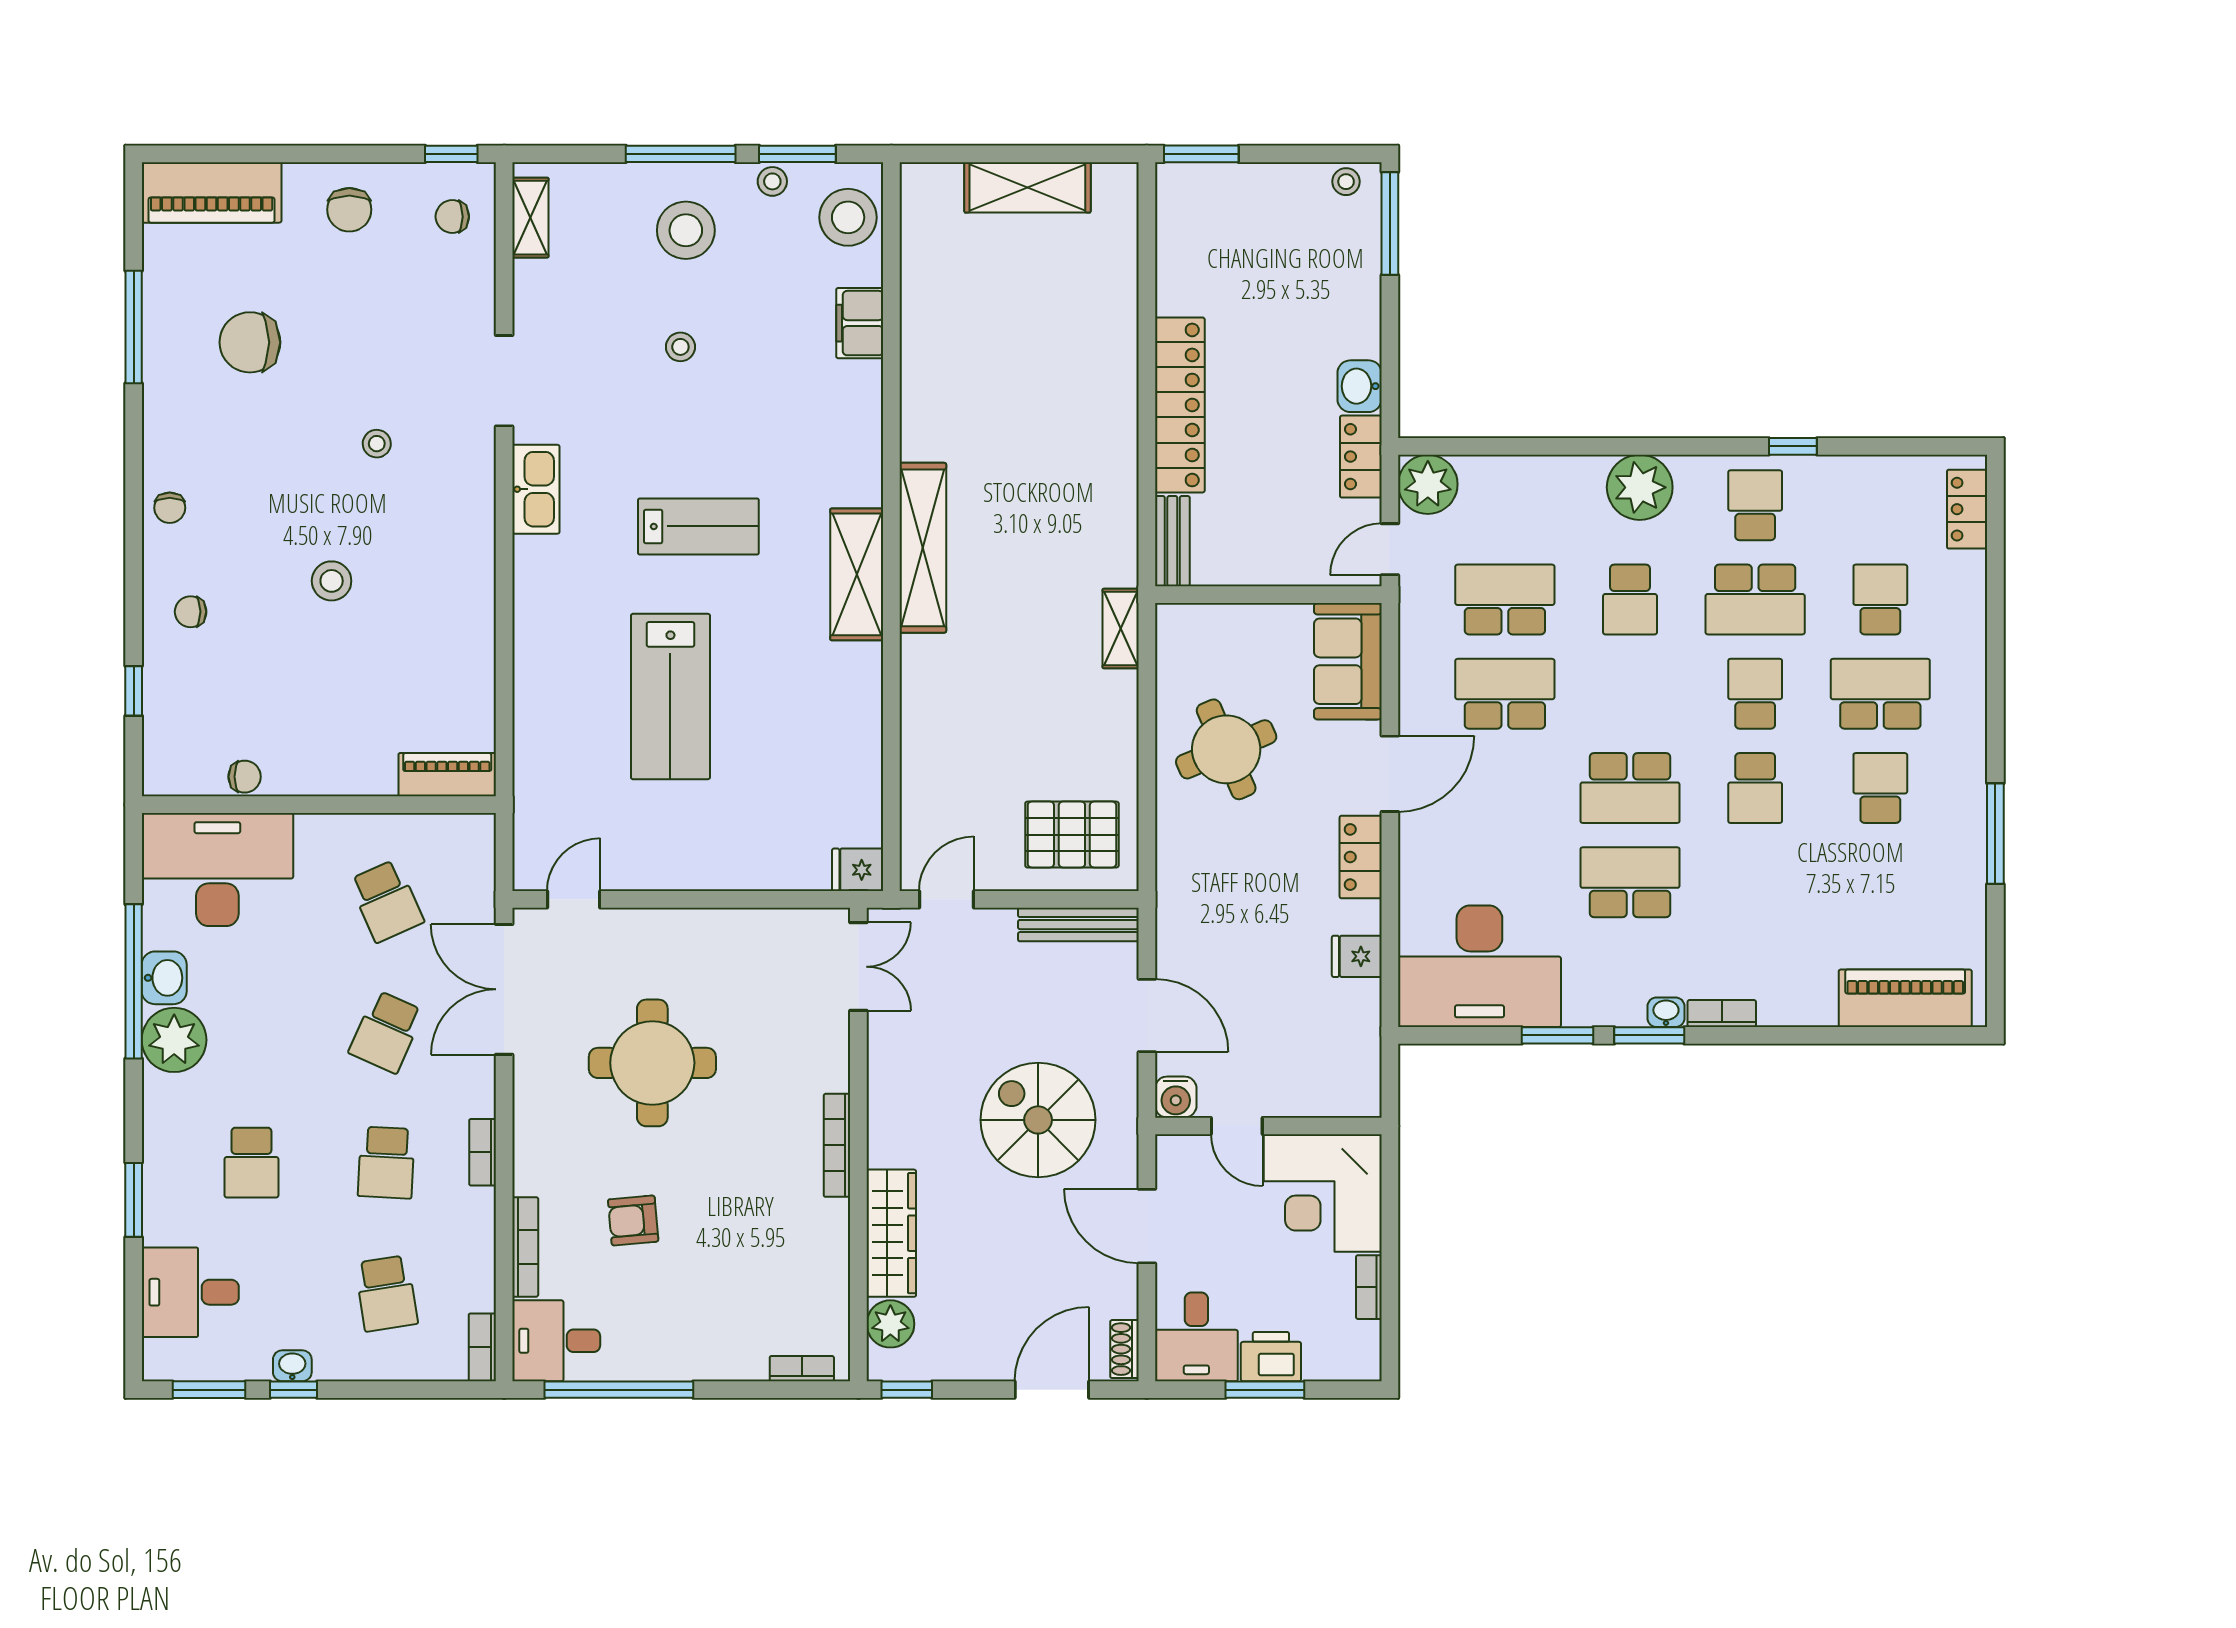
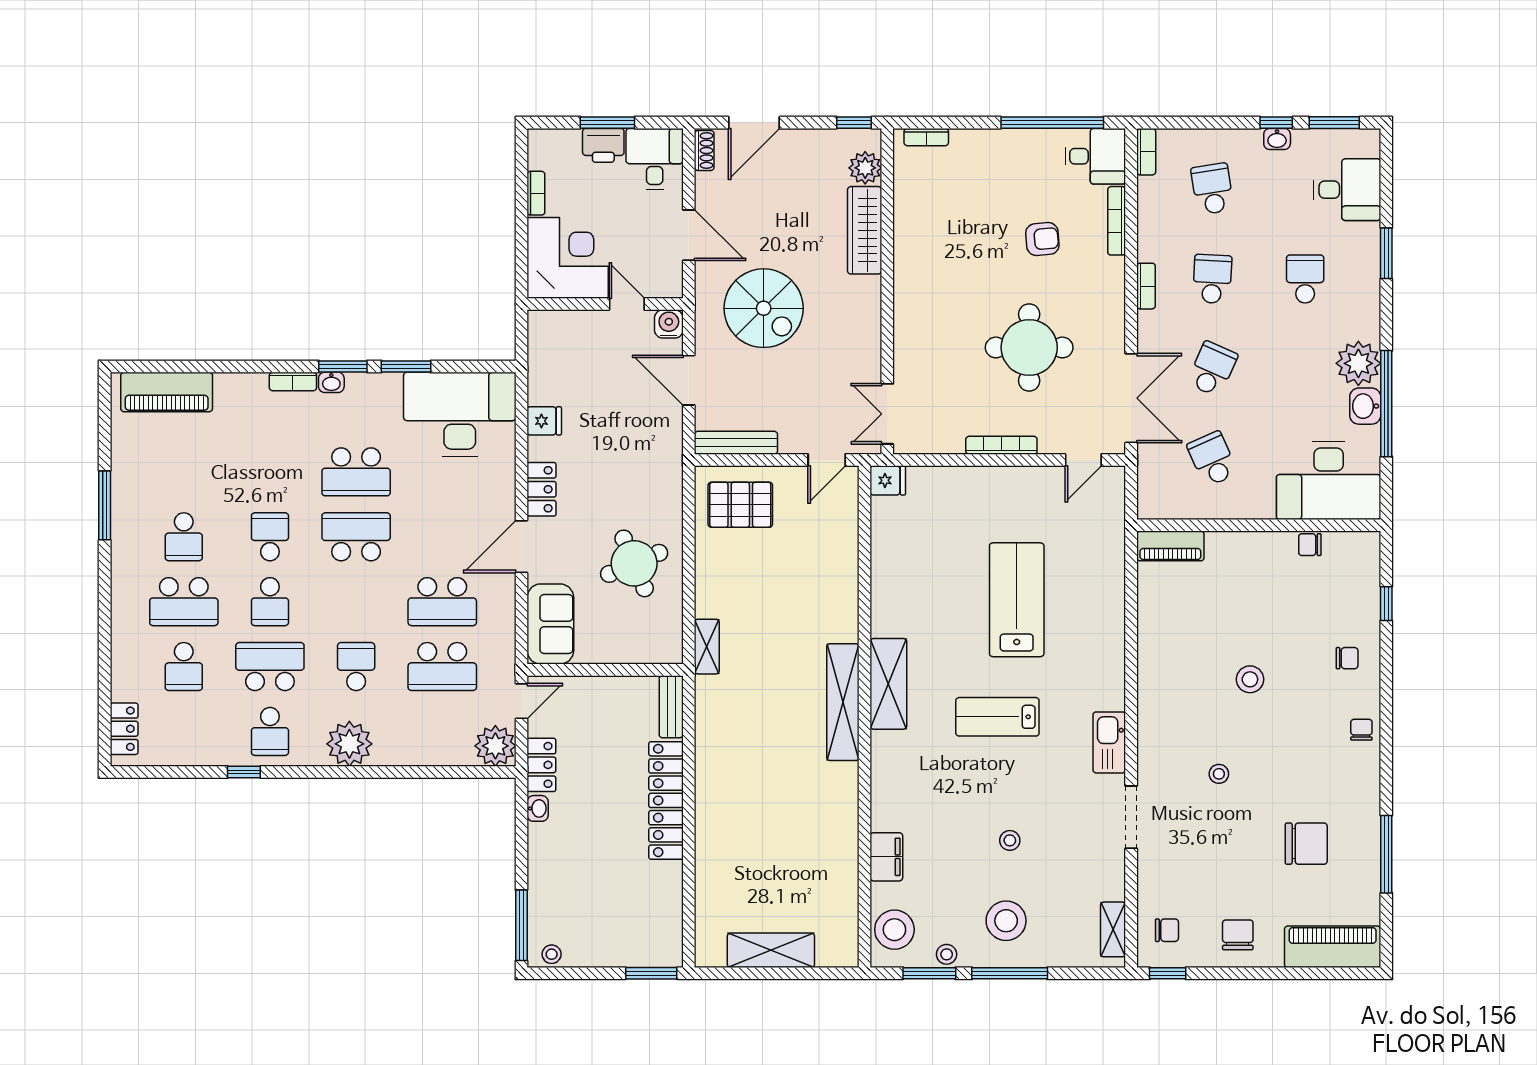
washbasin: (1360, 386) -> (538, 808), width x0.72, depth x0.69
bookcase: (837, 1145) -> (1001, 445), moved, turned -90

